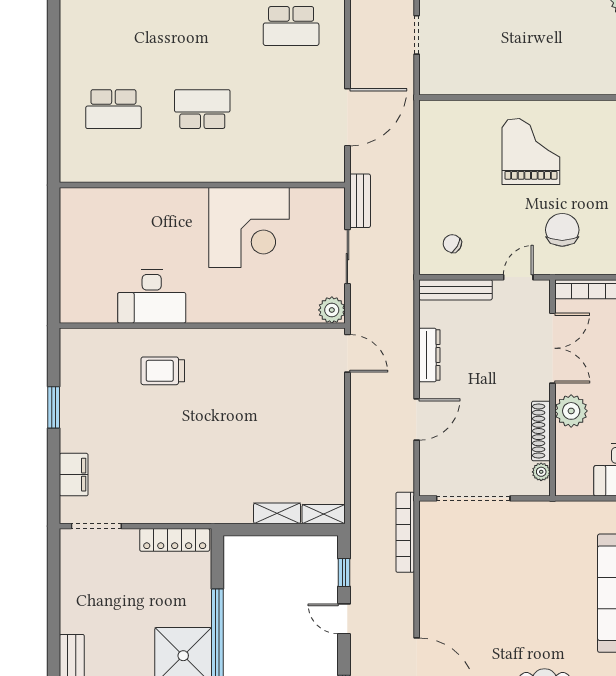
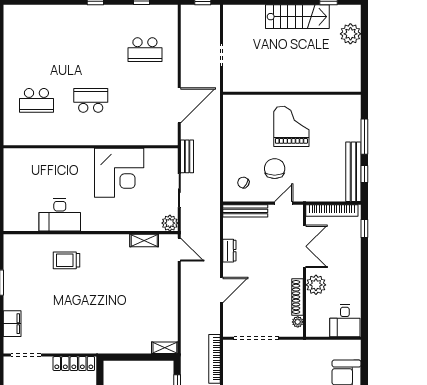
chair: (562, 230) -> (275, 169), moved
dresser: (429, 355) -> (229, 251), width x0.70
shelving: (277, 513) -> (144, 240), moved

